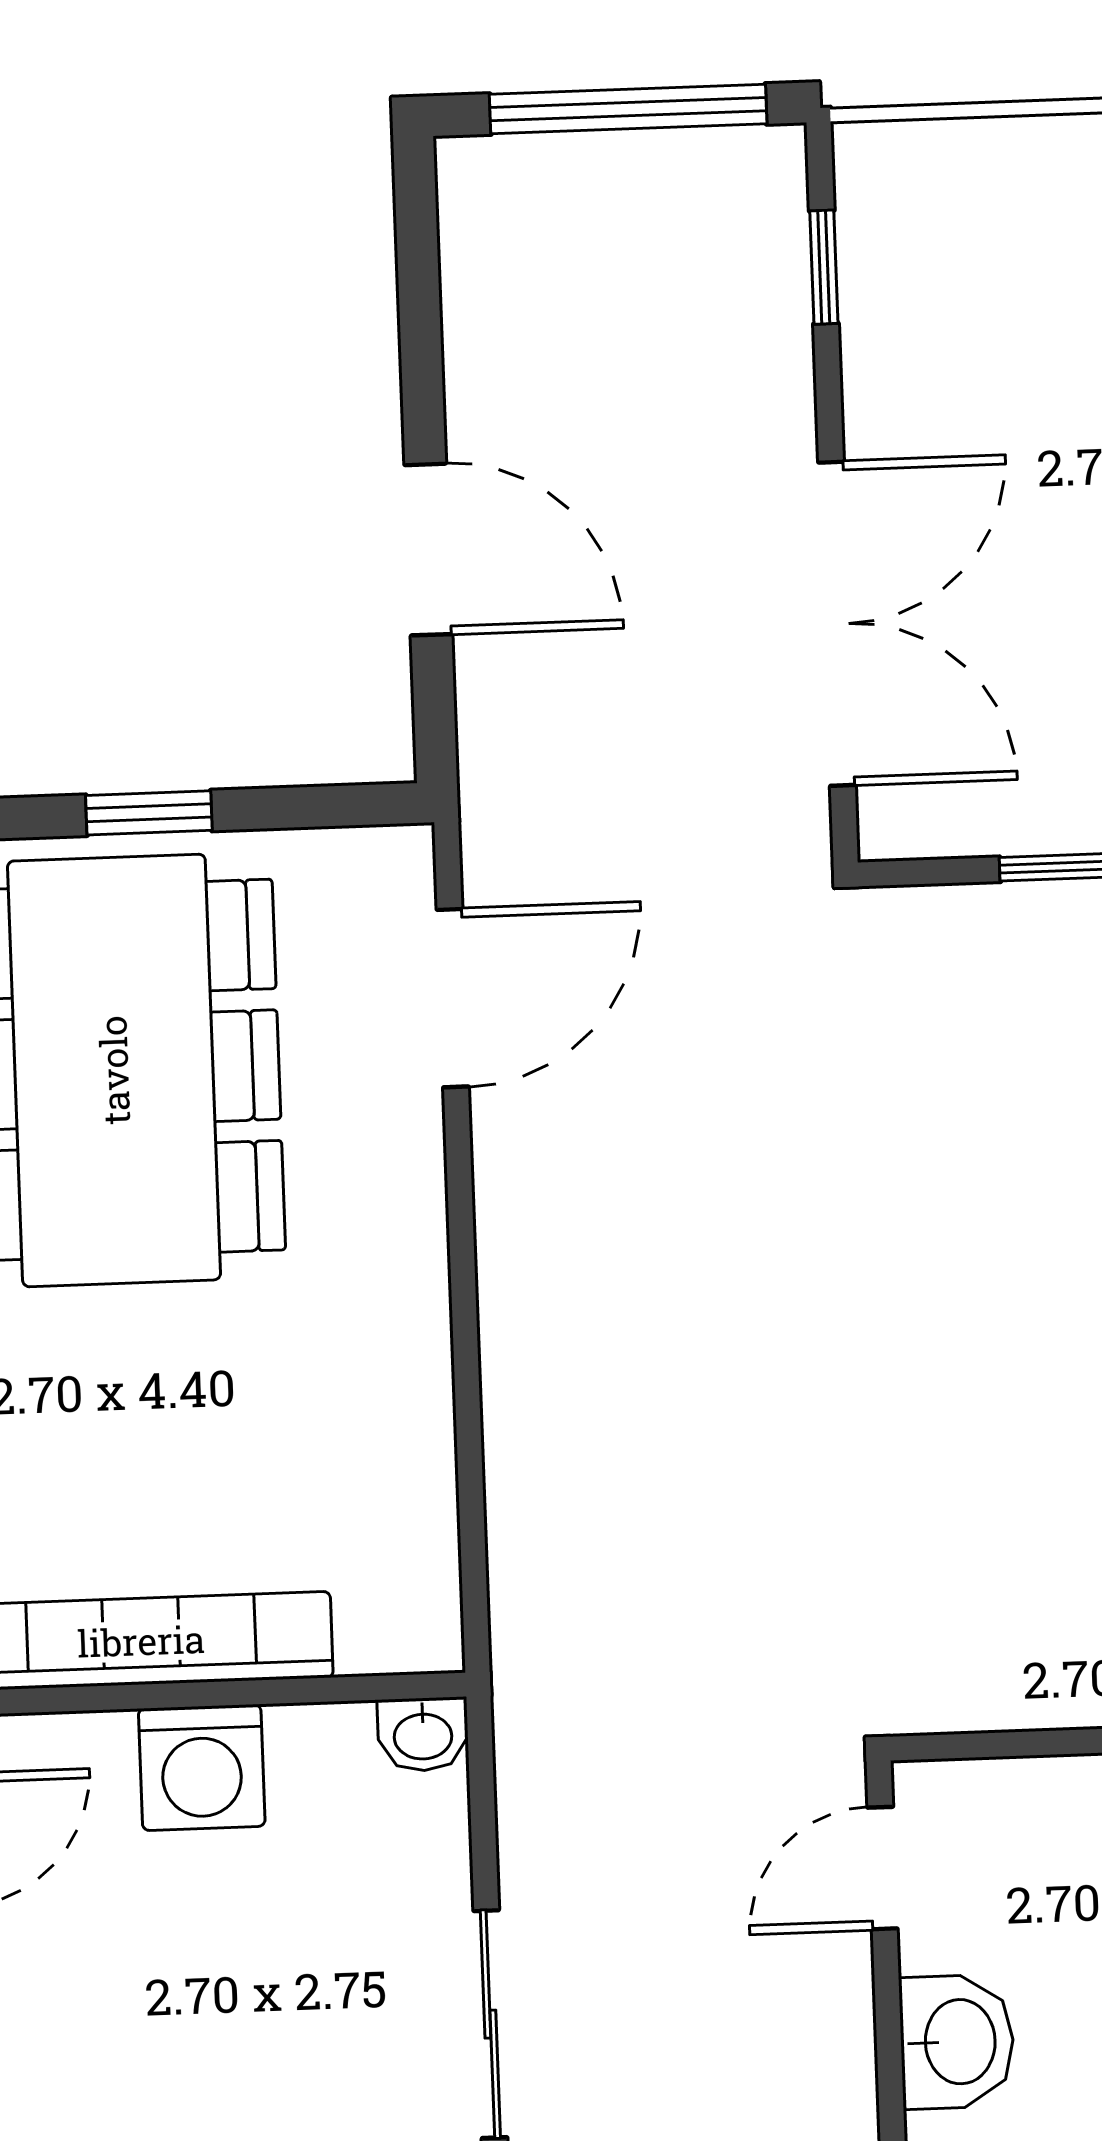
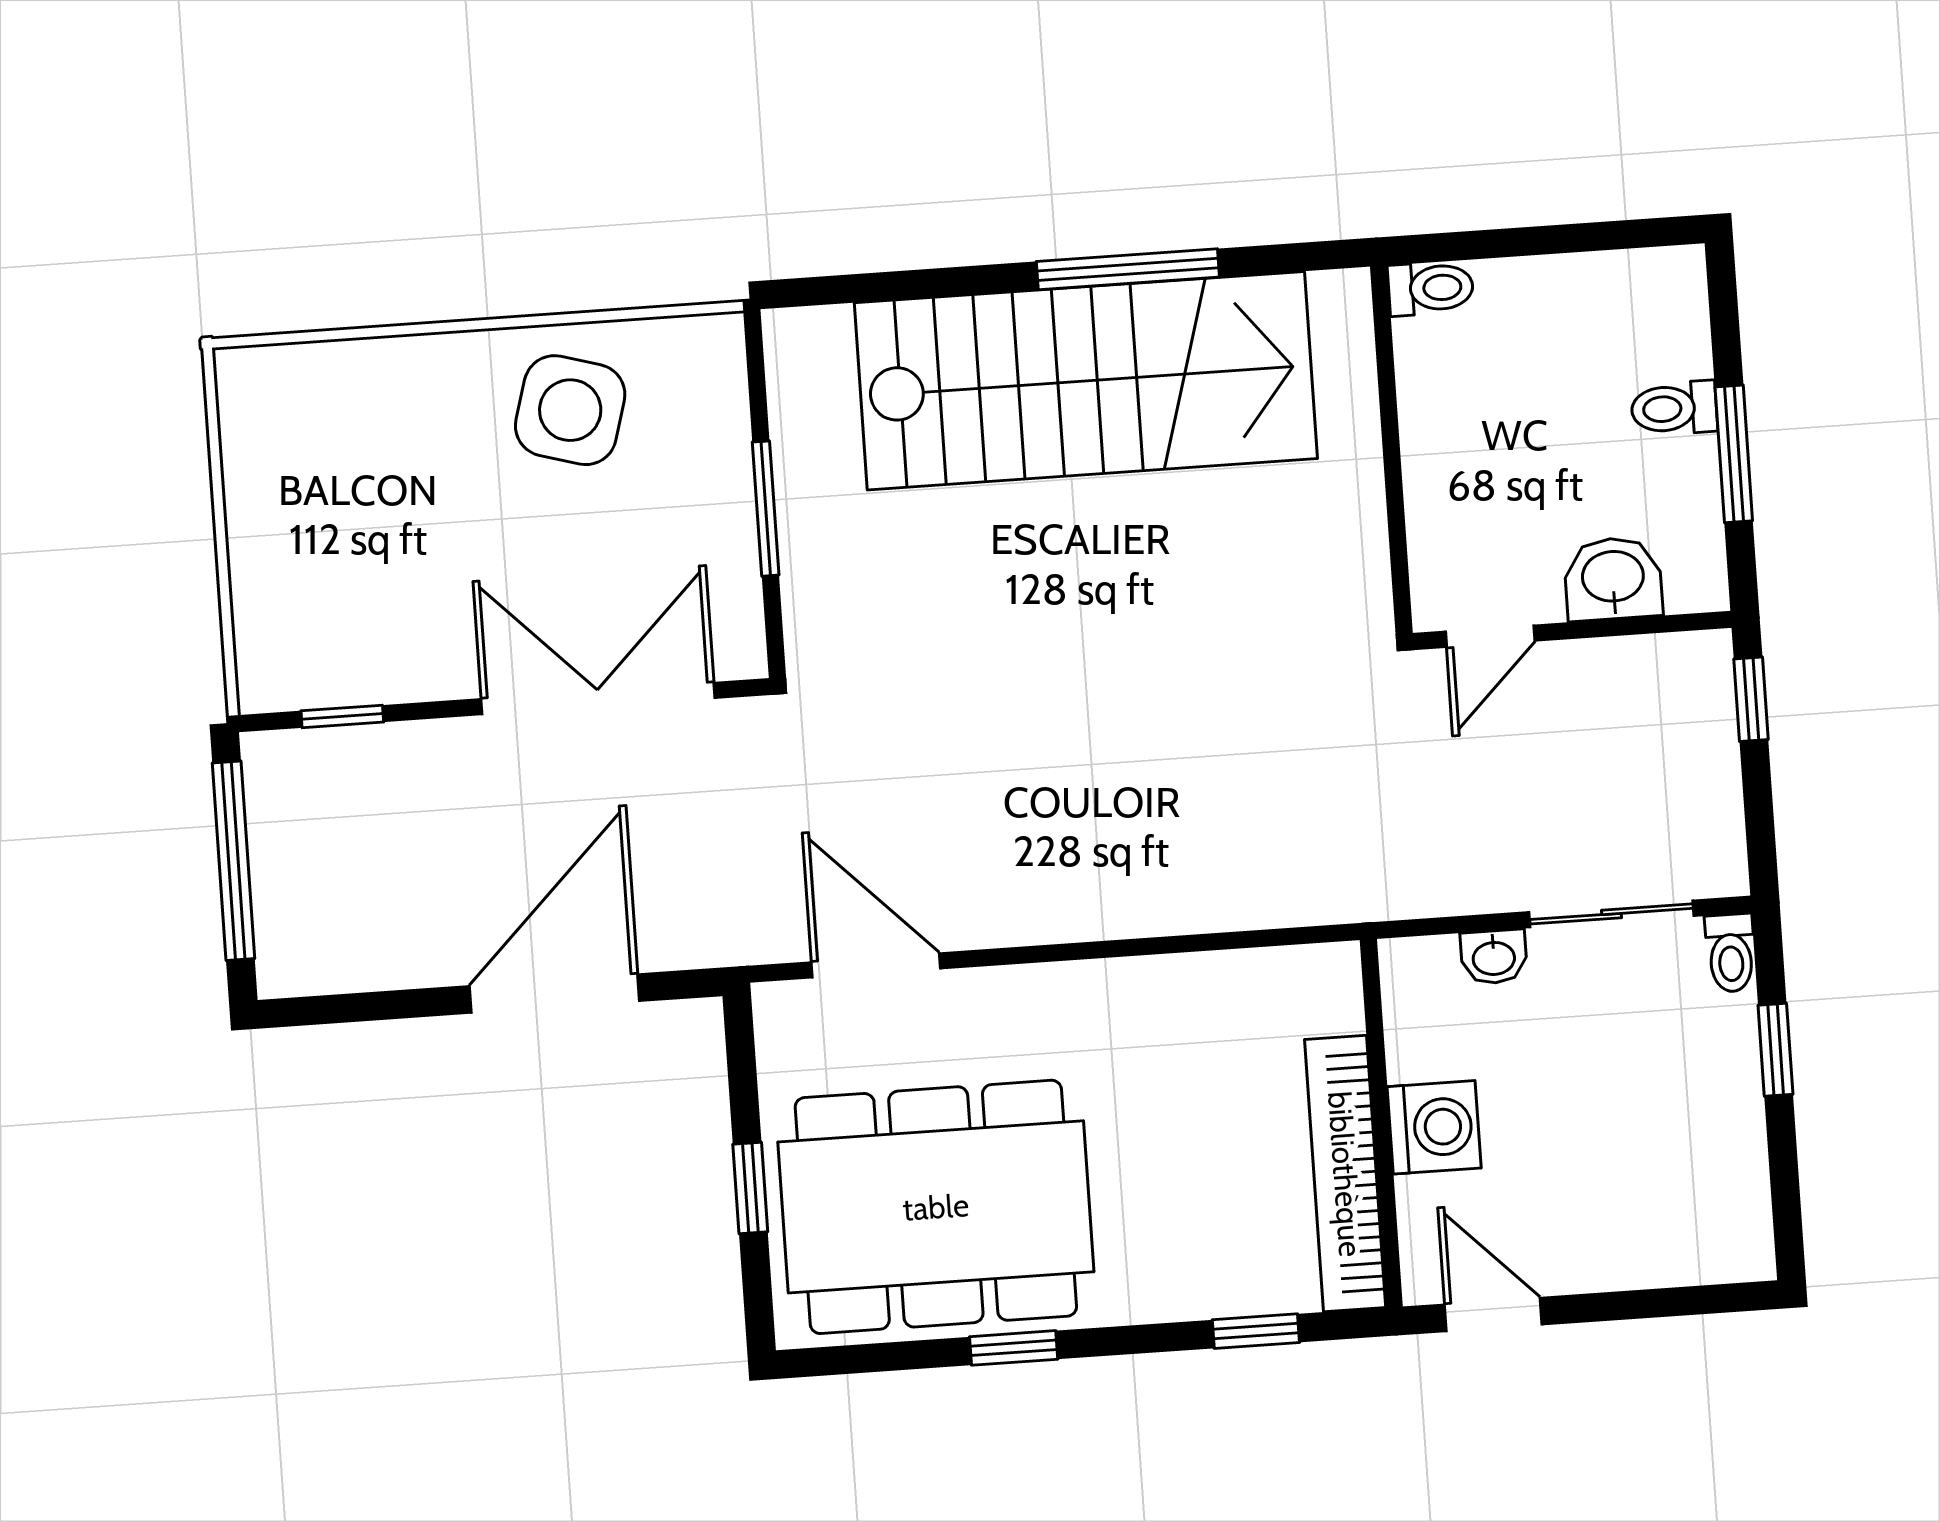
door: (428, 550) -> (554, 994), width x1.36
washbasin: (423, 1734) -> (1494, 957), moved, turned 90
door: (883, 1868) -> (1490, 636), hinge flipped

